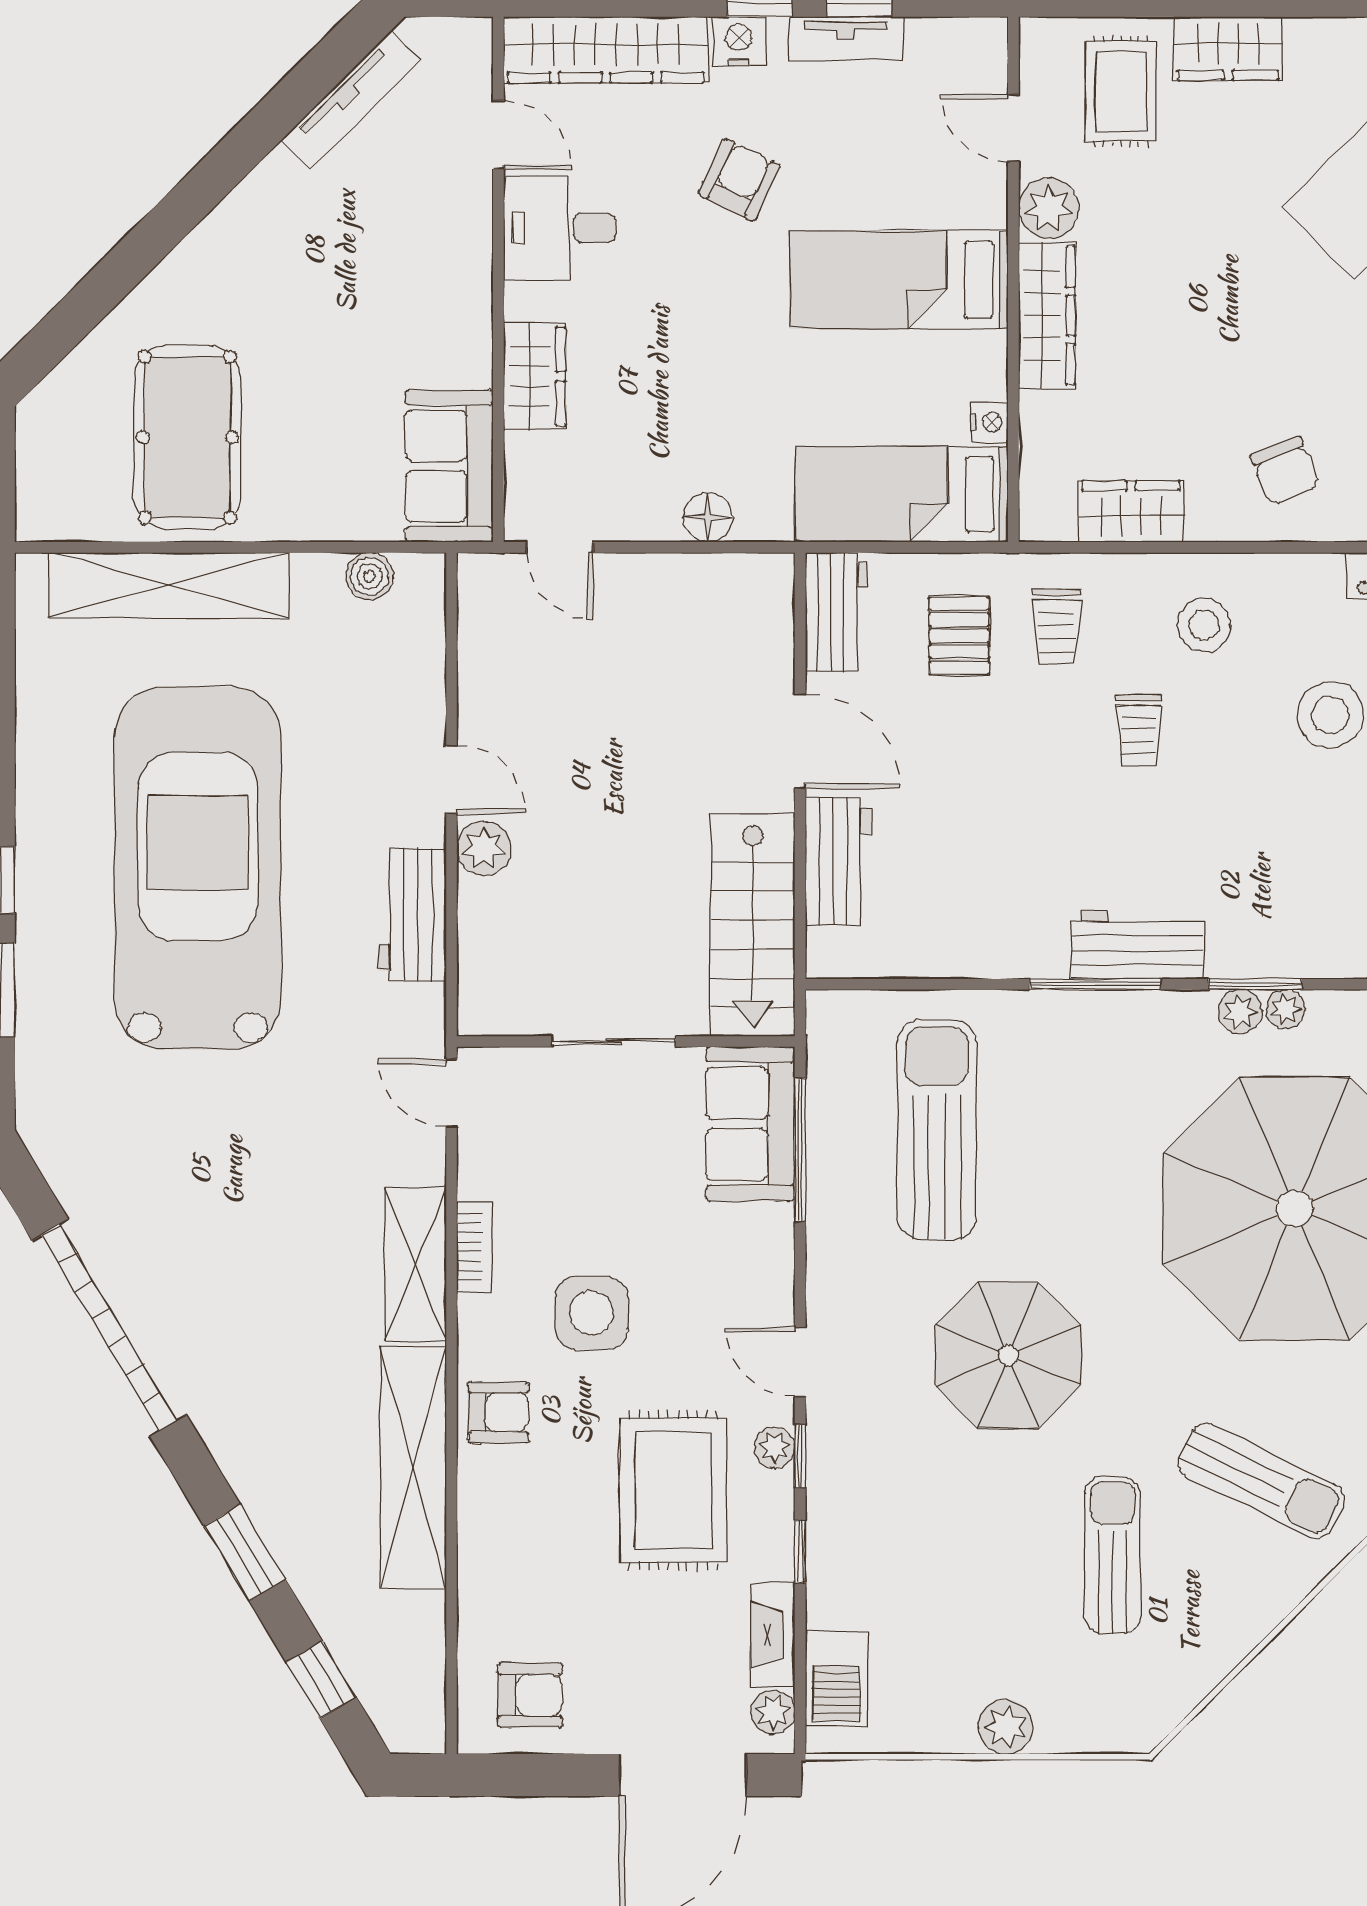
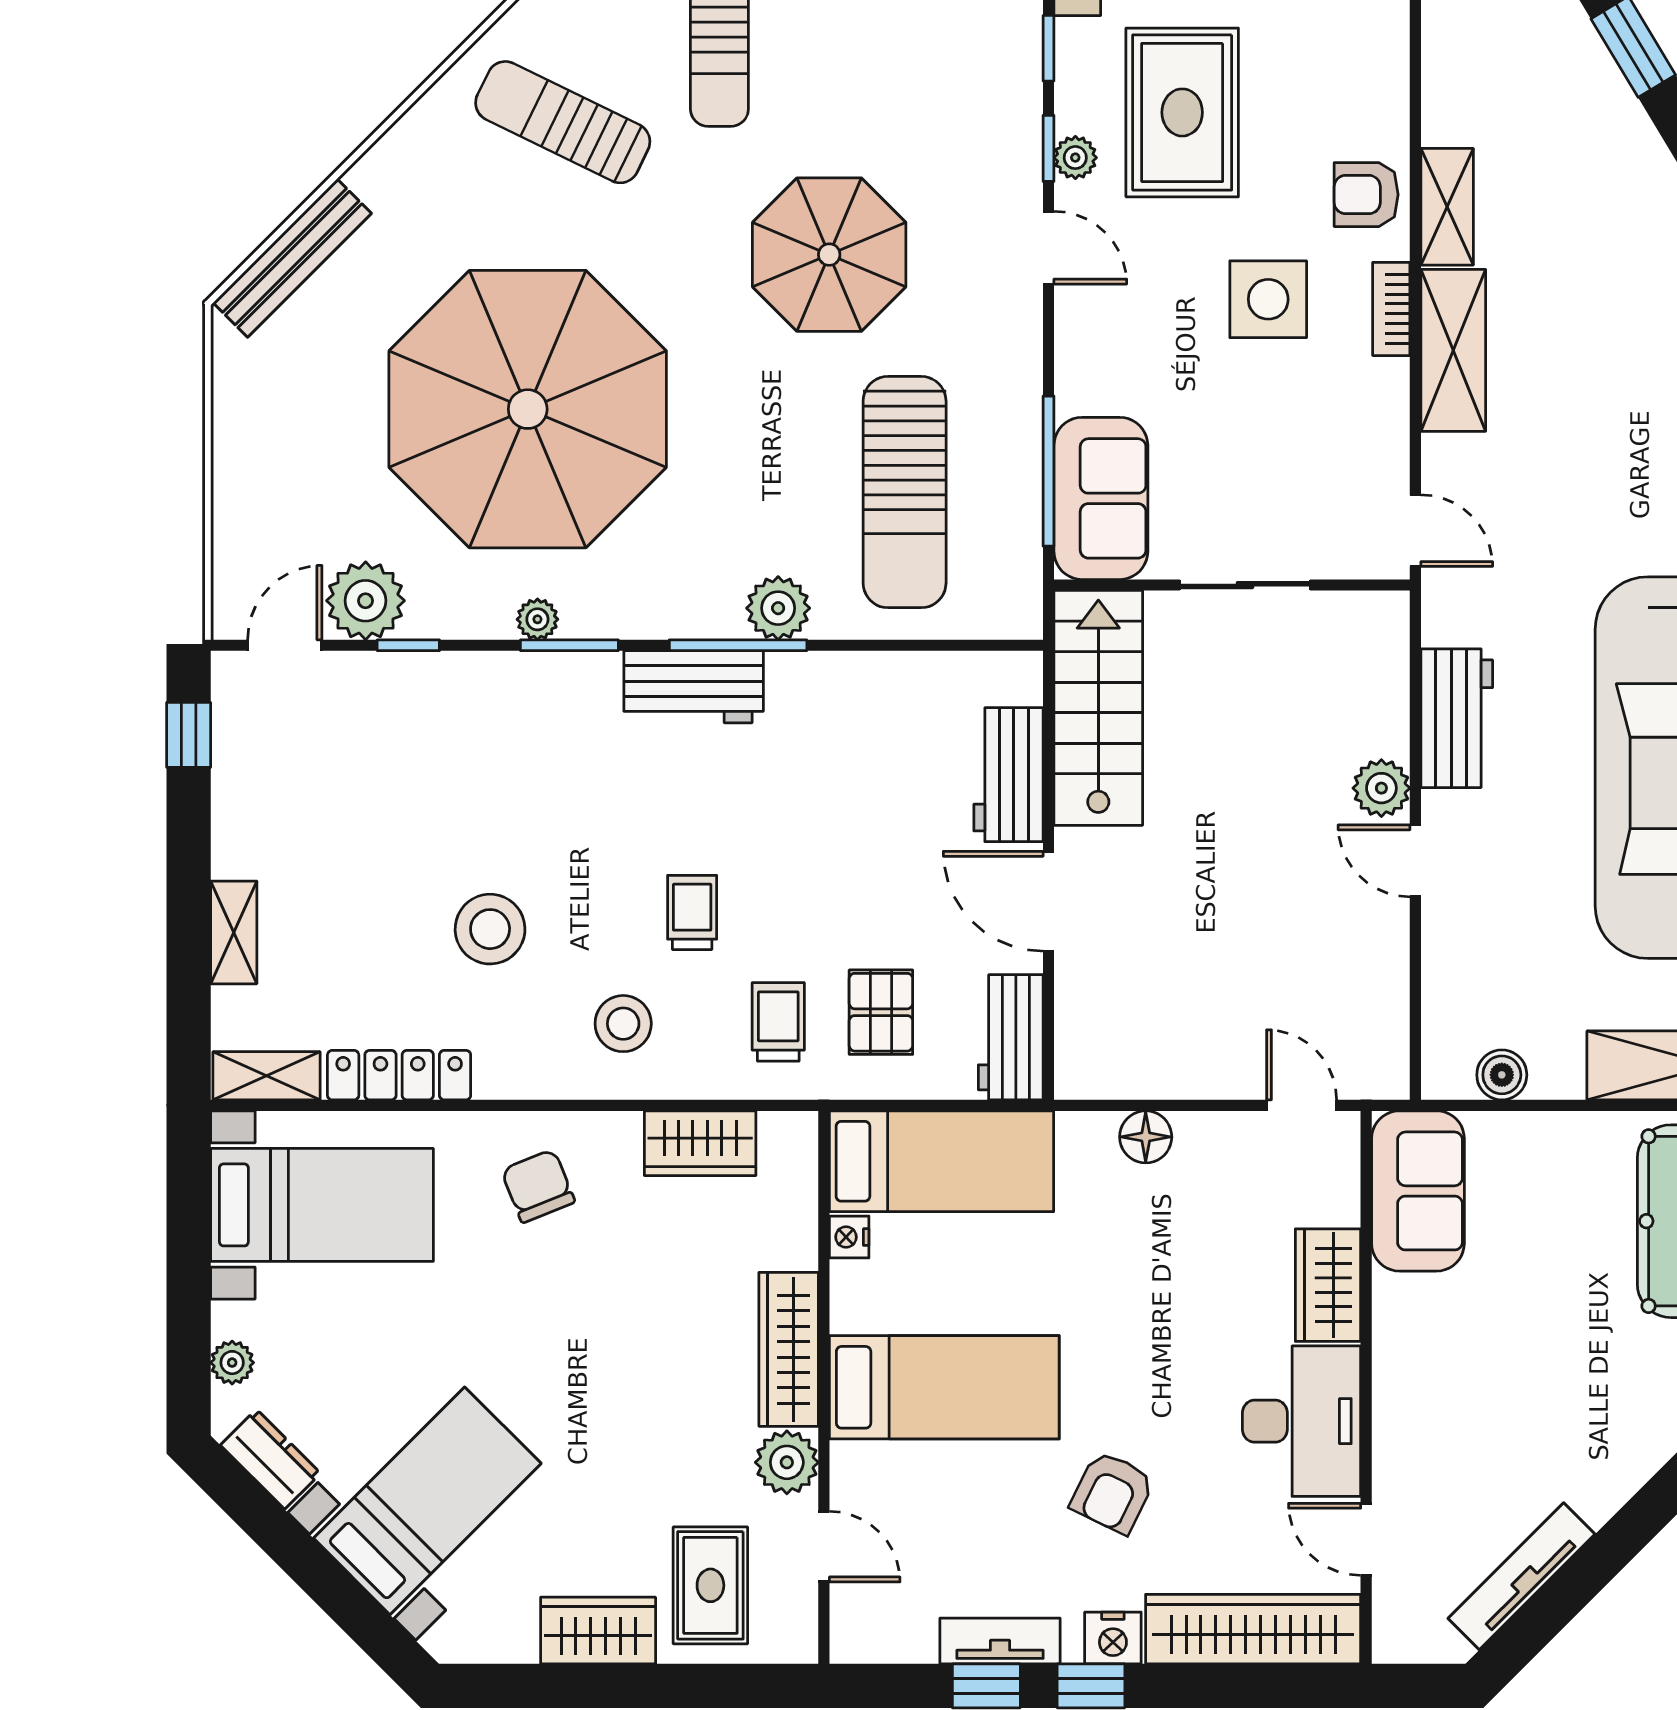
desk: (560, 228) -> (1302, 1421), width x1.37
plant: (1240, 1011) -> (778, 608), moved, width x1.38, depth x1.38
bookcase: (474, 1246) -> (1391, 309), moved
shelving: (413, 1467) -> (1447, 207), width x0.45, depth x0.75

